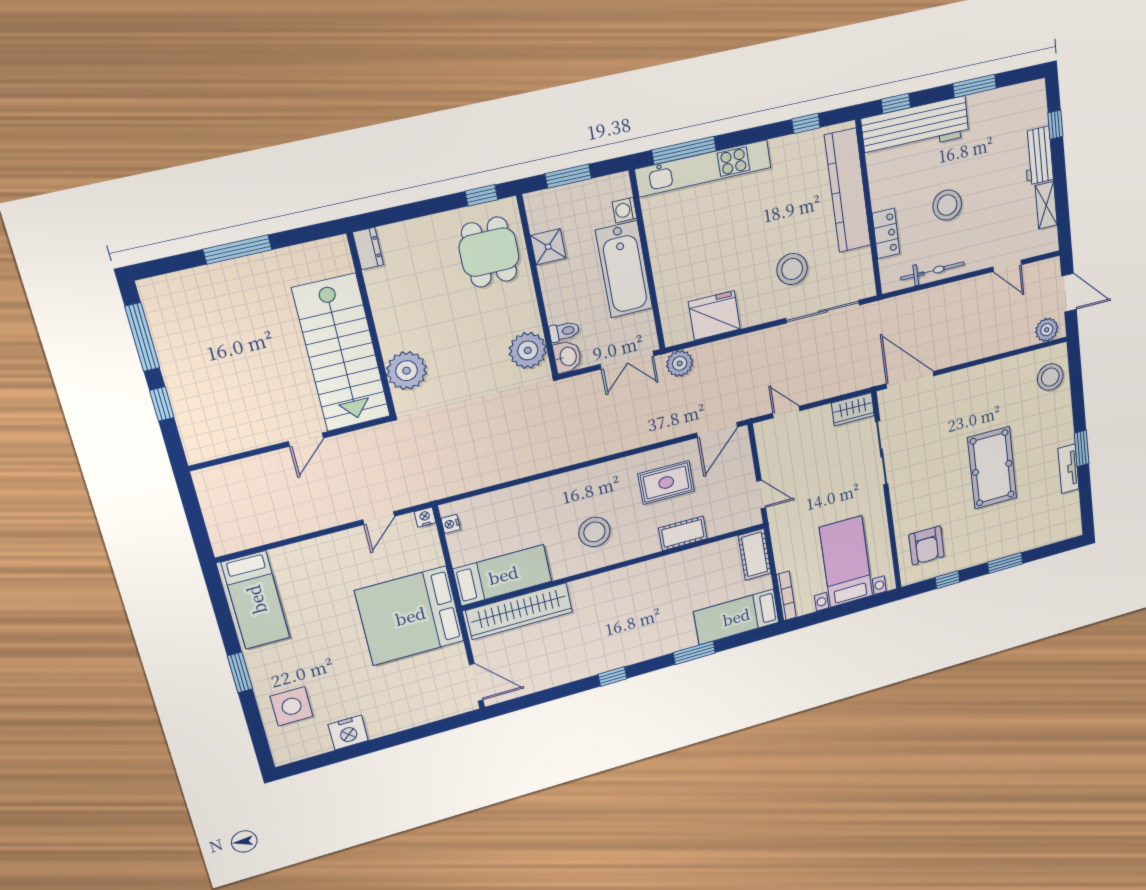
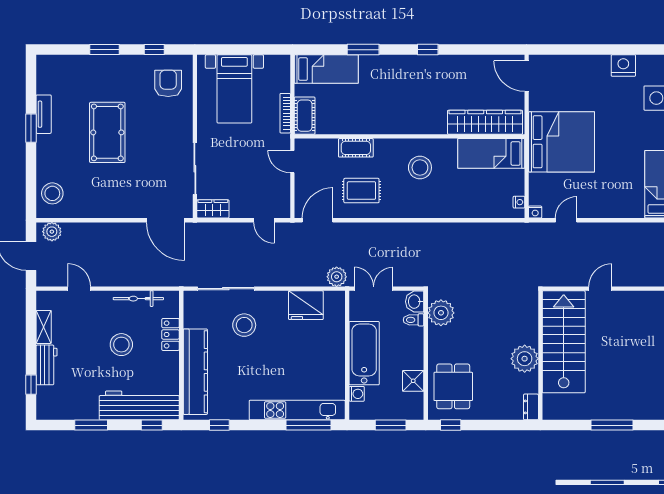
plant: (407, 371) -> (525, 359), moved
bookcase: (786, 596) -> (285, 113), moved

